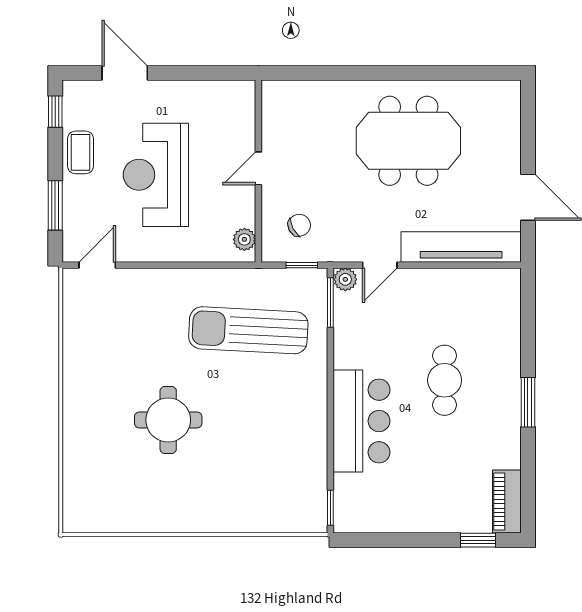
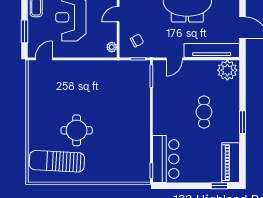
plant: (345, 279) -> (227, 70), moved, width x1.88, depth x1.88
sun lounger: (248, 330) -> (57, 161), moved
bar counter: (361, 421) -> (166, 159), moved
piano: (507, 502) -> (231, 163), width x1.37, depth x1.33

